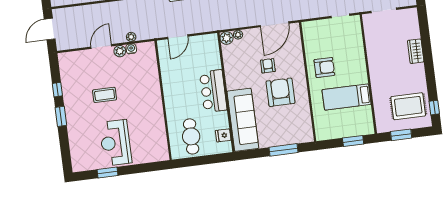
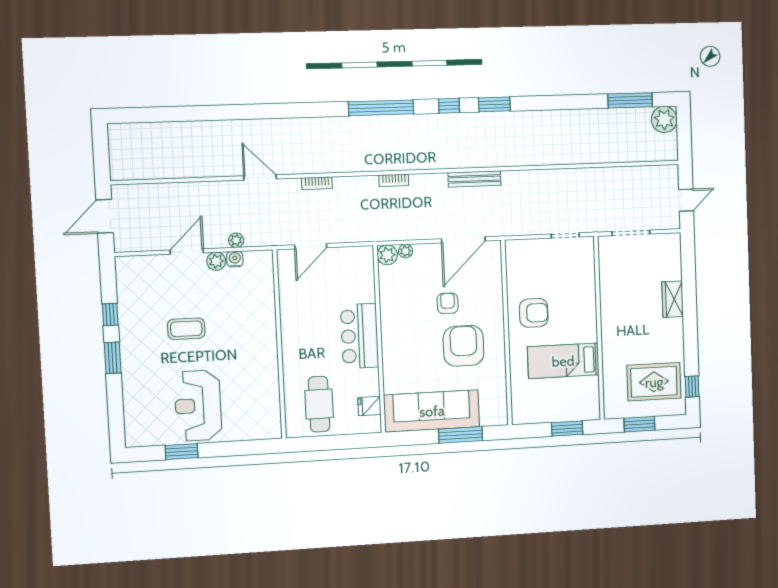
sofa: (243, 120) -> (432, 411), moved, turned -90

